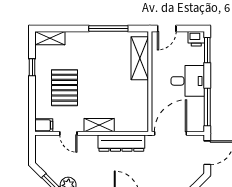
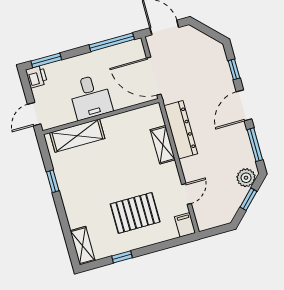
window: (108, 28) -> (53, 181), width x0.46
door: (167, 28) -> (34, 114), swing flipped
desk: (188, 81) -> (90, 97), moved, turned 180
shelving: (99, 125) -> (163, 145), moved

